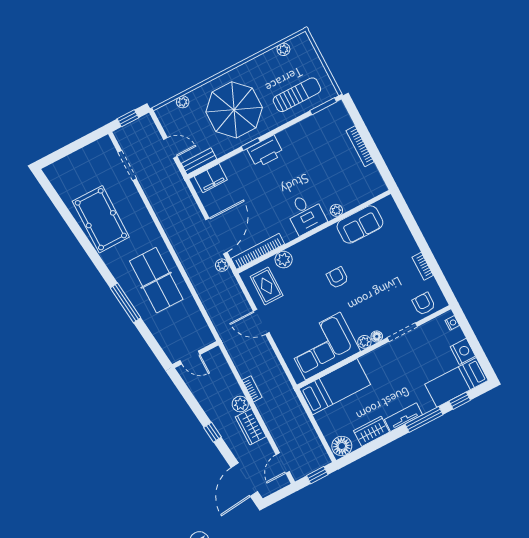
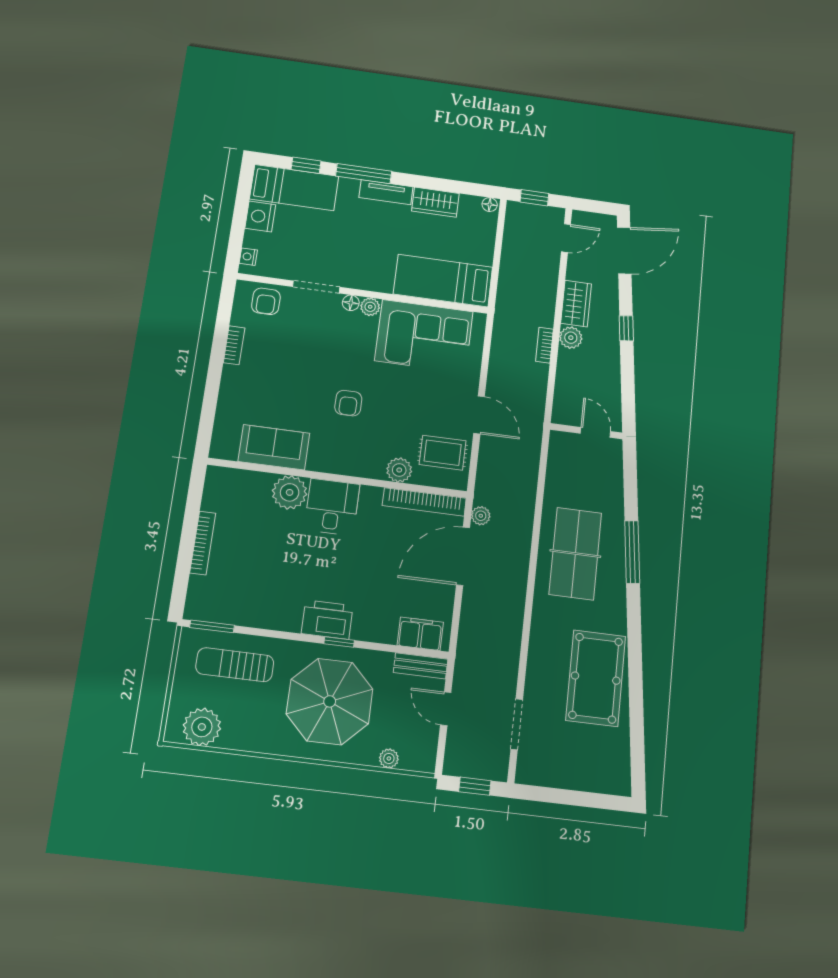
plant: (283, 49) -> (202, 727), width x1.87, depth x1.87
plant: (336, 210) -> (290, 492), width x1.88, depth x1.88
rug: (267, 286) -> (443, 453), turned 90
floor lamp: (342, 446) -> (490, 205), width x0.53, depth x0.53

